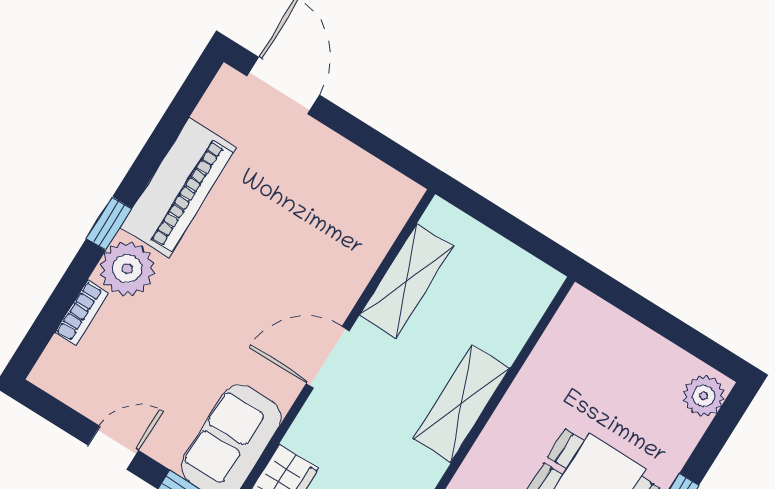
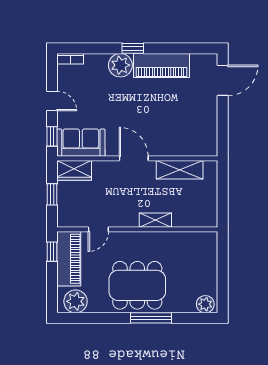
bookcase: (82, 313) -> (70, 59), moved
shelving: (462, 403) -> (155, 220), width x0.67, depth x0.75

